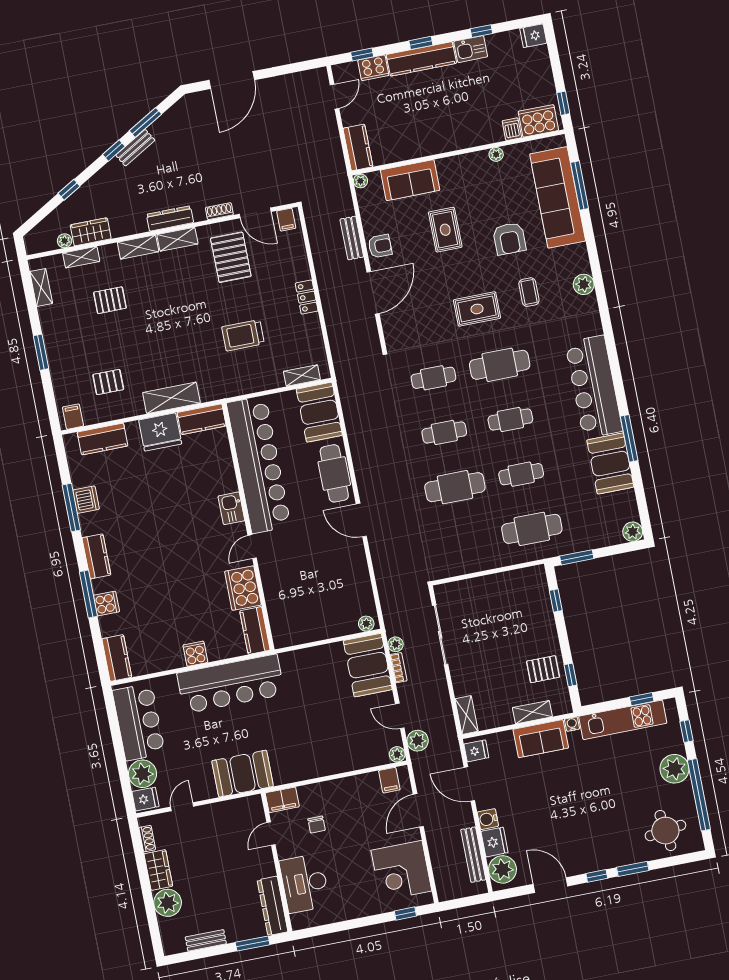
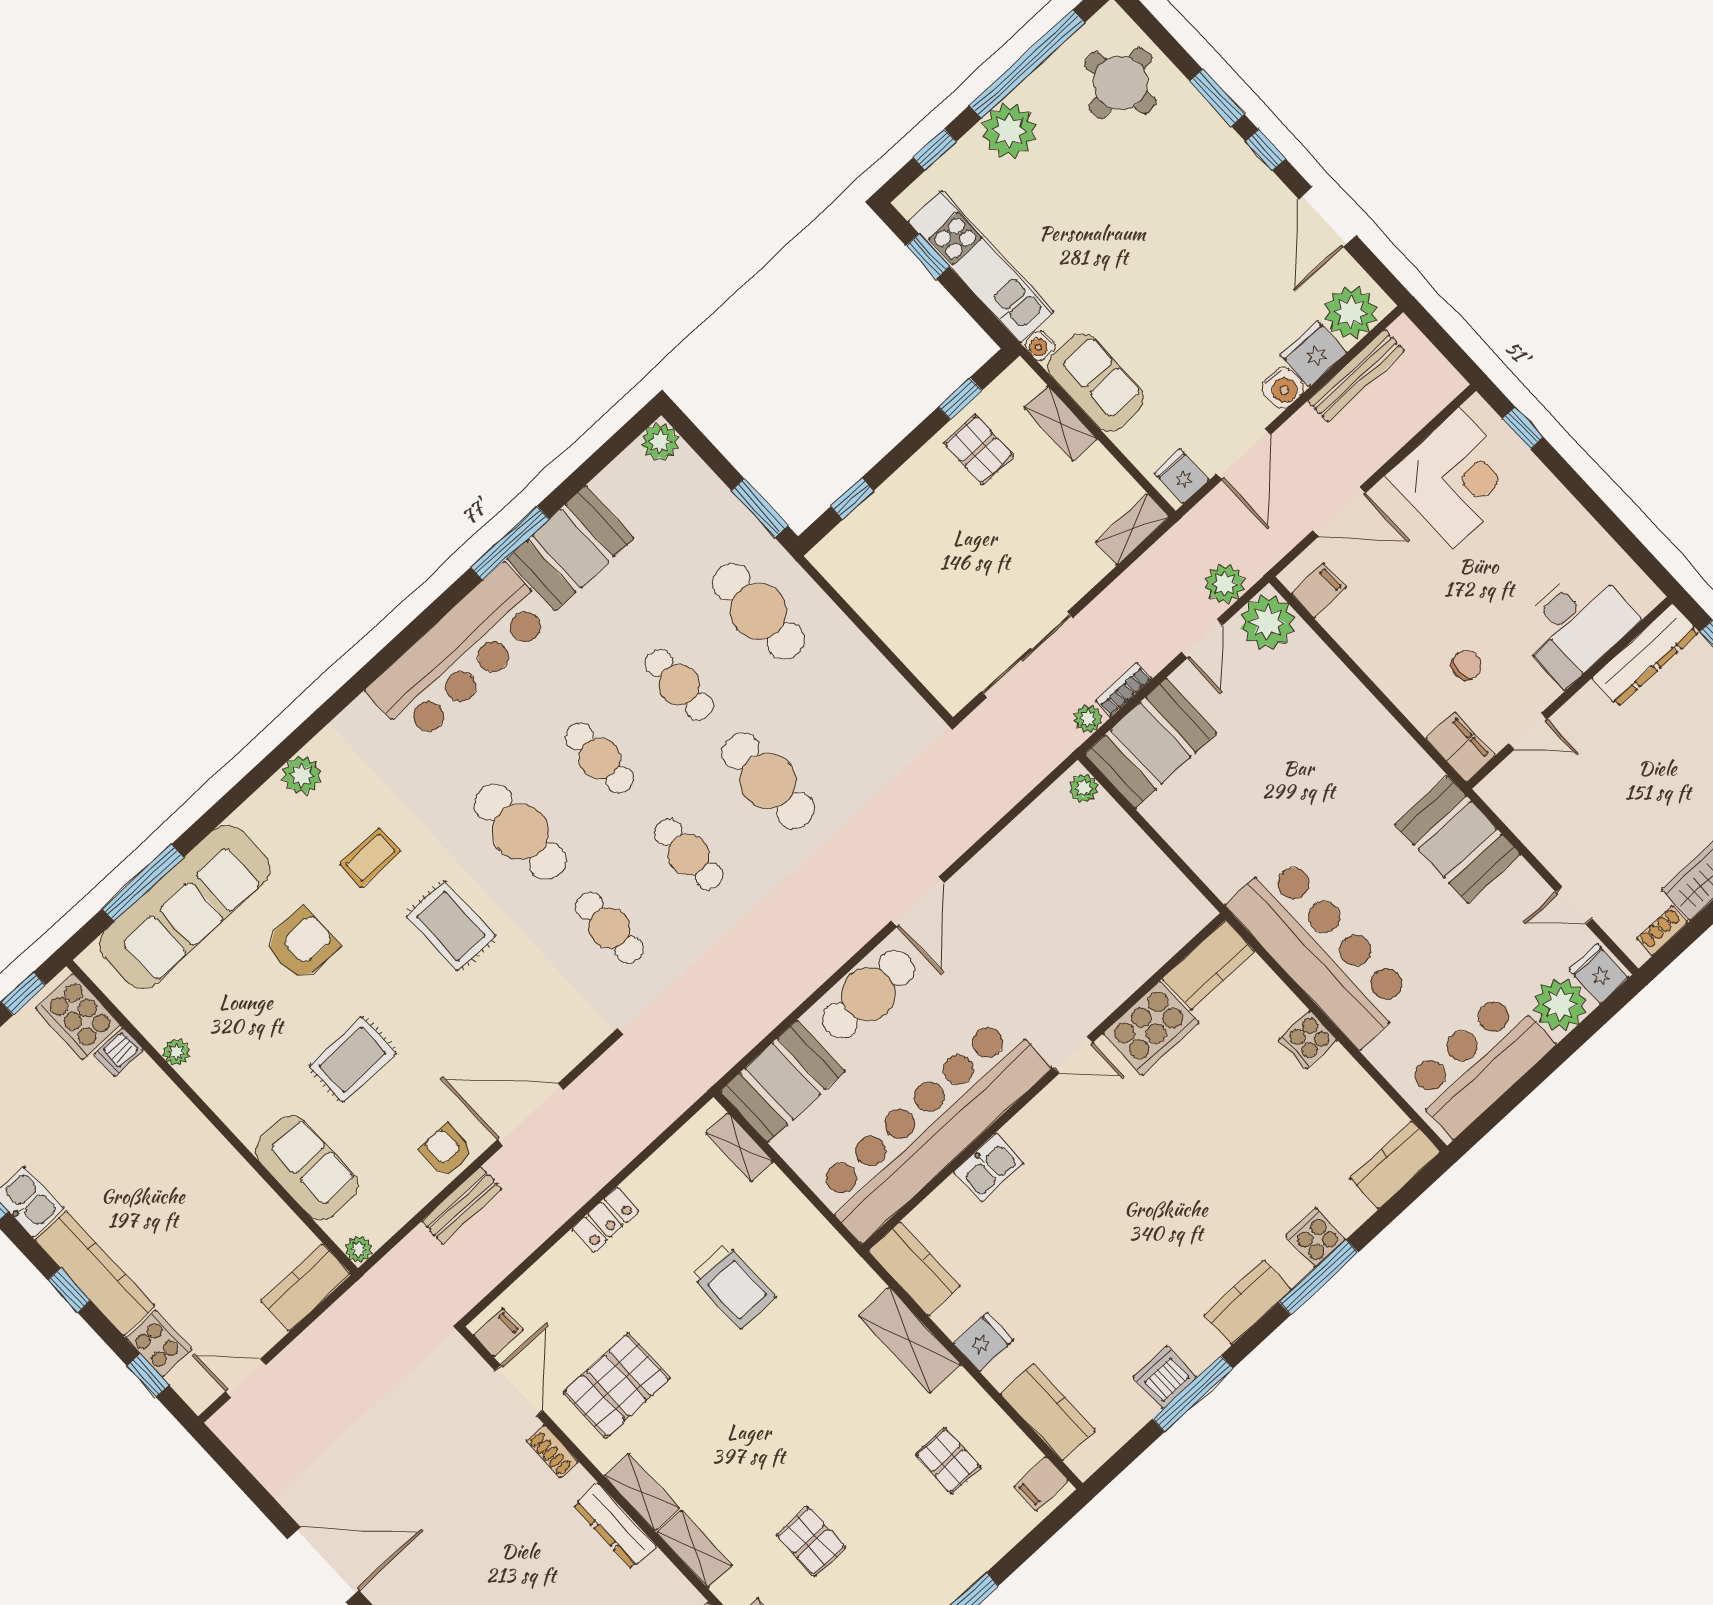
fridge: (160, 432) -> (984, 1342), width x0.53, depth x0.75
kitchen sink: (231, 508) -> (989, 1168), moved
plant: (397, 754) -> (1268, 622), width x1.88, depth x1.88

